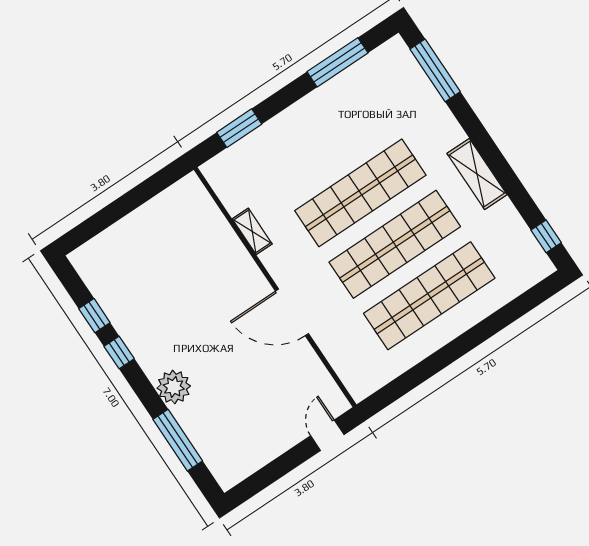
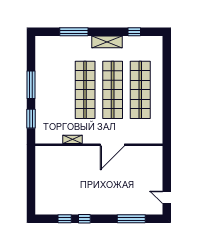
window: (338, 62) -> (31, 85), moved
window: (435, 70) -> (74, 32), moved
window: (546, 236) -> (134, 32), moved
plant: (174, 387) -> (111, 207), removed
door: (327, 435) -> (167, 197), moved

